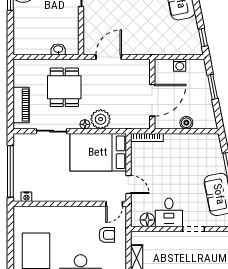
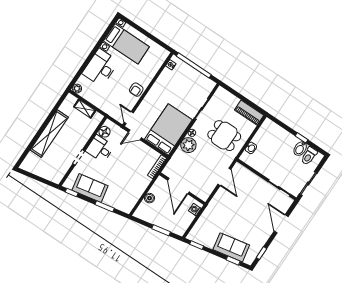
washing machine: (180, 65) -> (195, 210), moved
piano: (21, 105) -> (249, 113), moved
armchair: (107, 235) -> (136, 90), moved

